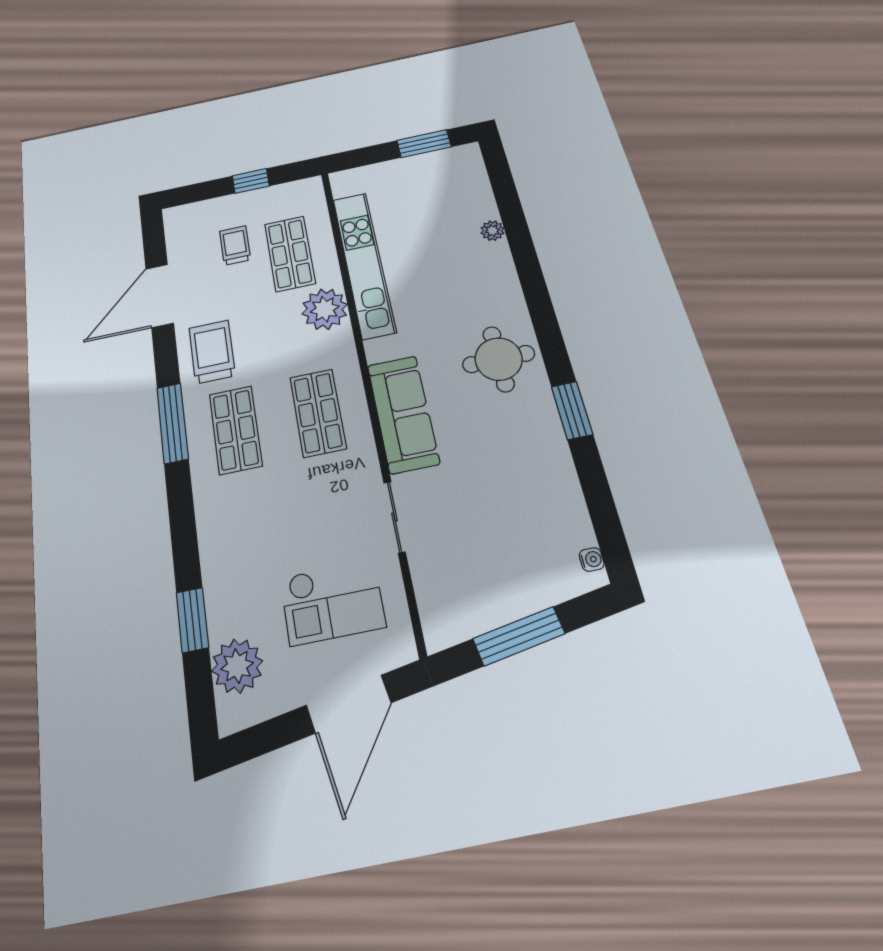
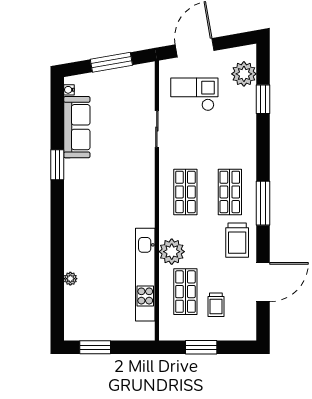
window: (251, 181) -> (201, 347), width x1.50
round table: (499, 359) -> (86, 201), removed
sofa: (403, 414) -> (77, 127), moved, turned 180

